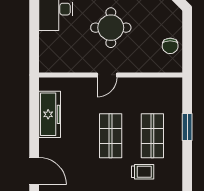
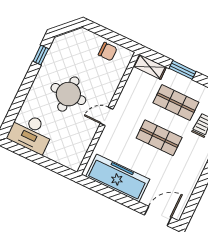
door: (107, 75) -> (107, 116), swing flipped
shelving: (175, 94) -> (150, 67), added
freezer: (50, 114) -> (118, 178), width x1.36, depth x1.26

